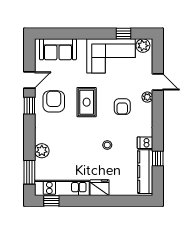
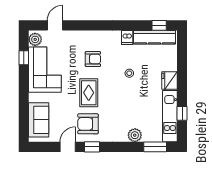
door: (29, 80) -> (68, 147), hinge flipped
door: (158, 82) -> (55, 25), moved
plant: (147, 97) -> (84, 35), removed
rug: (87, 102) -> (89, 93), turned 90
window: (158, 159) -> (159, 25), moved
window: (51, 201) -> (182, 113), moved

